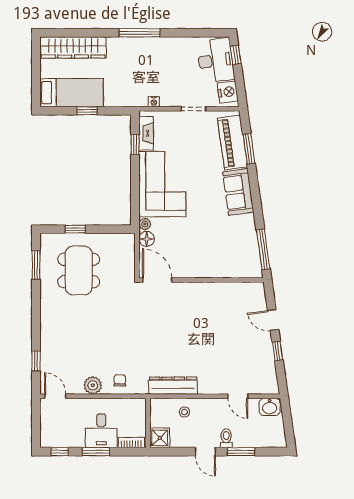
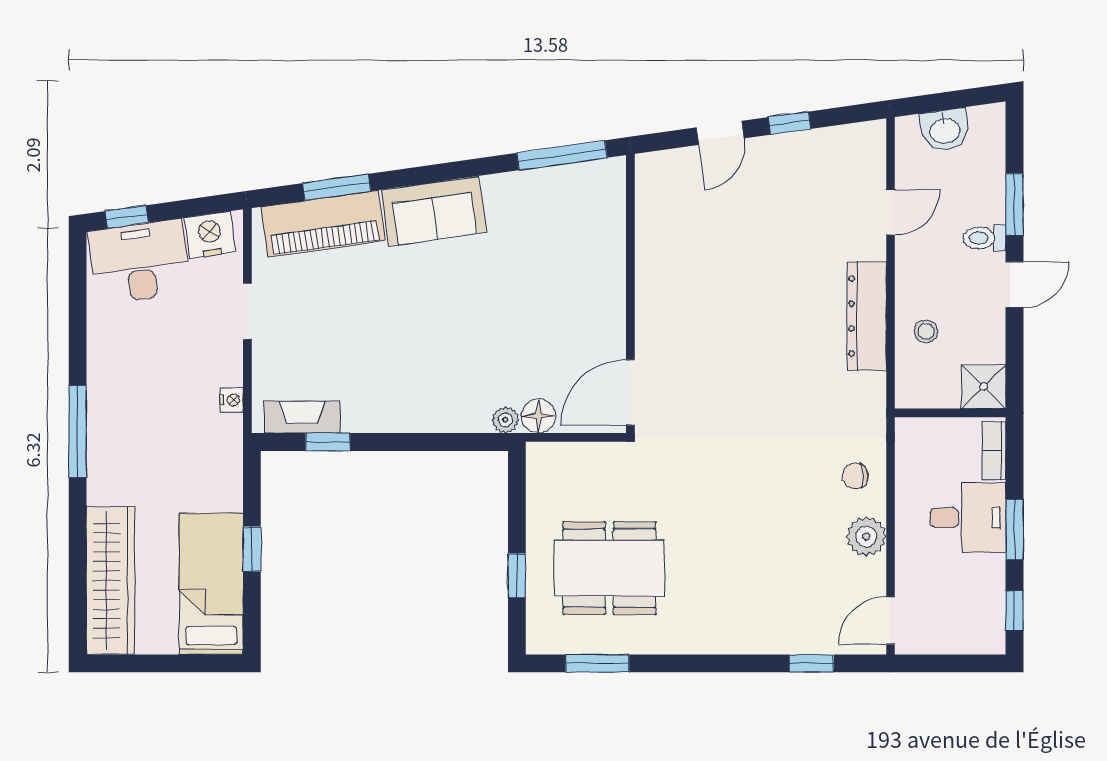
corner sofa: (162, 184) -> (416, 381), removed
dresser: (173, 386) -> (867, 316), moved
washbasin: (270, 407) -> (945, 130), moved, turned 82

